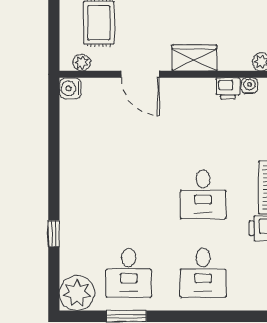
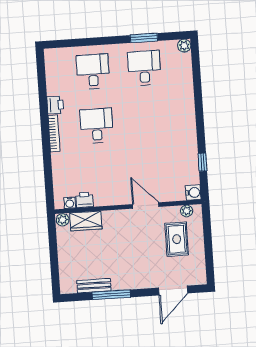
wardrobe: (194, 58) -> (86, 221), moved
window: (54, 234) -> (202, 162), moved
plant: (77, 293) -> (184, 46), width x0.53, depth x0.53

